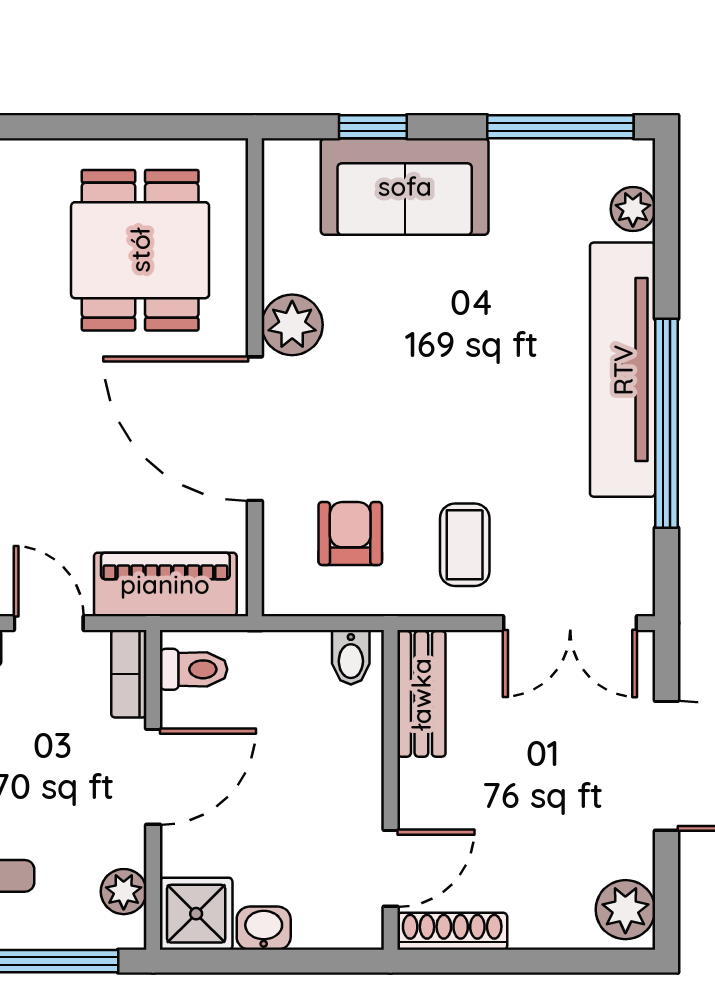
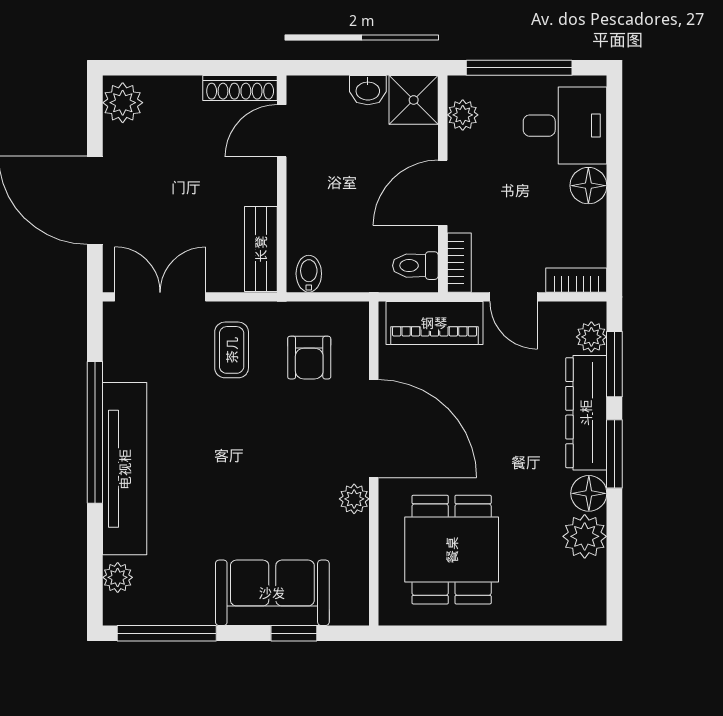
plant: (292, 325) -> (354, 499), width x0.73, depth x0.73

